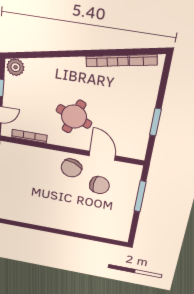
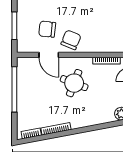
window: (155, 122) -> (14, 89), width x2.11

